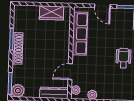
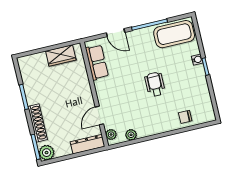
row of seats: (80, 34) -> (97, 62), width x0.68
shoe rack: (17, 48) -> (38, 123), moved

